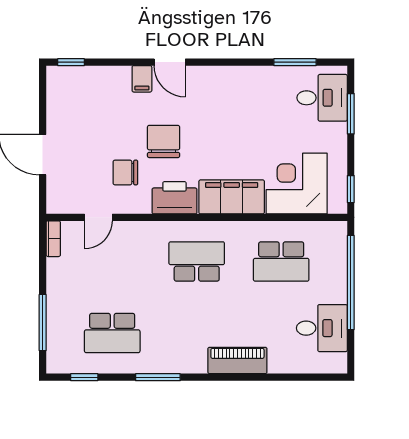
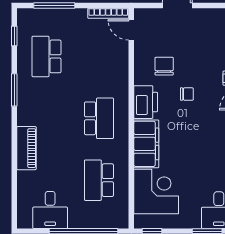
chair: (164, 141) -> (187, 94), width x0.54, depth x0.54
door: (98, 217) -> (131, 30), moved
bookcase: (53, 239) -> (108, 13), width x1.56

